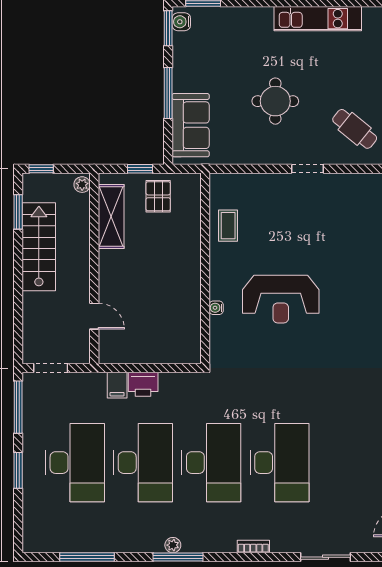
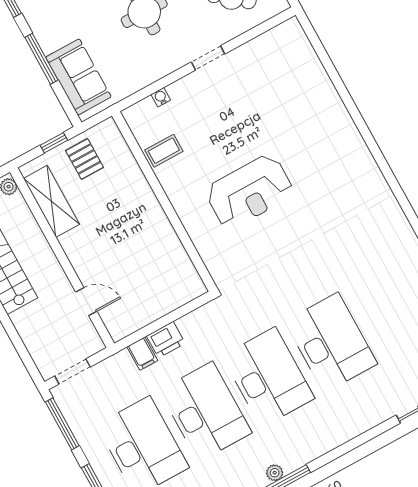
coffee table: (228, 226) -> (164, 151), turned 90
water cooler: (216, 308) -> (161, 97), moved, turned 90
bookcase: (253, 547) -> (349, 433), removed

